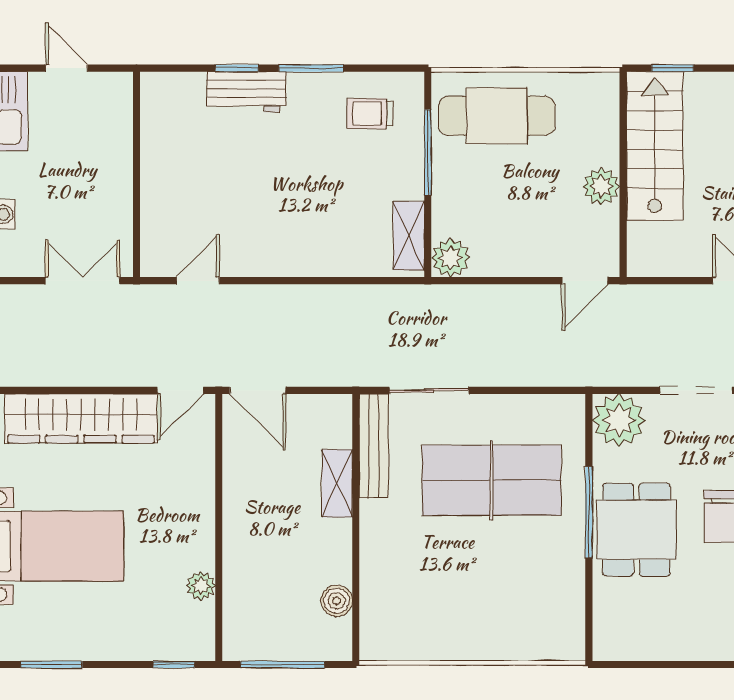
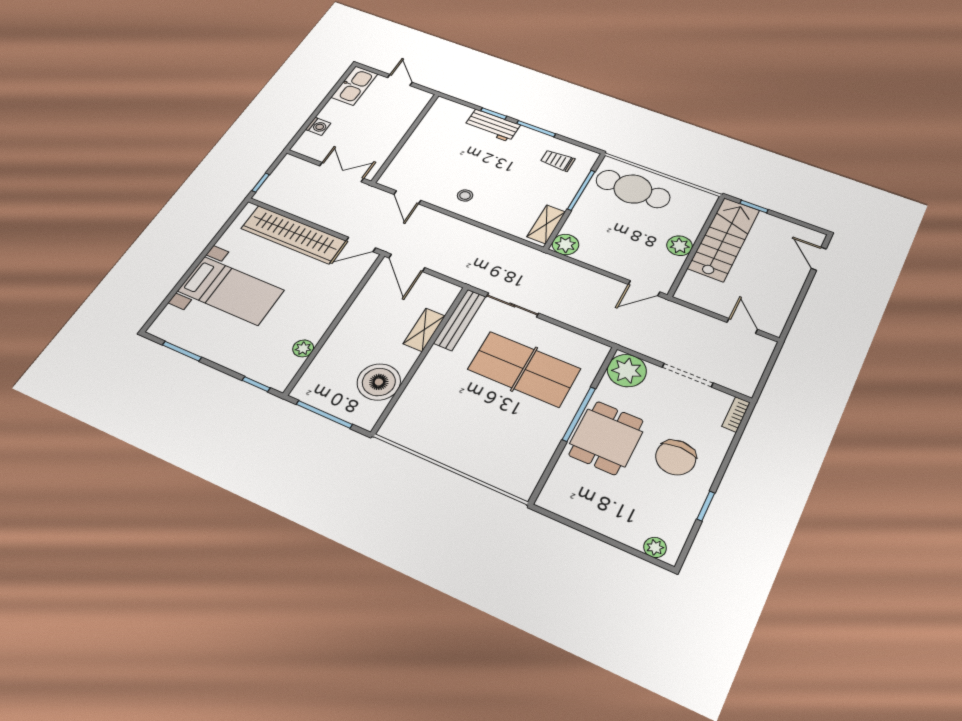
stool: (275, 239) -> (465, 195), added
door: (198, 281) -> (407, 197), swing flipped
boiler: (337, 601) -> (379, 382), width x1.86, depth x1.86

